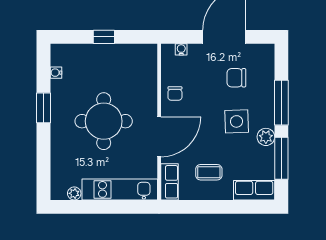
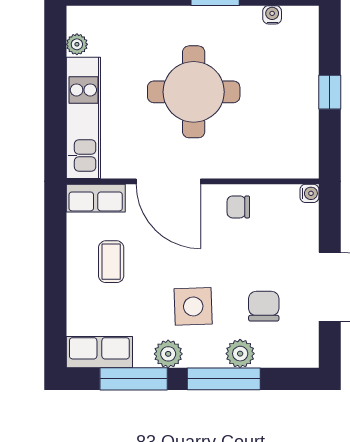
water cooler: (181, 49) -> (309, 193), moved
plant: (266, 92) -> (240, 354), added
row of seats: (254, 190) -> (99, 352), moved, turned -90

